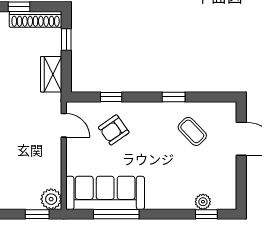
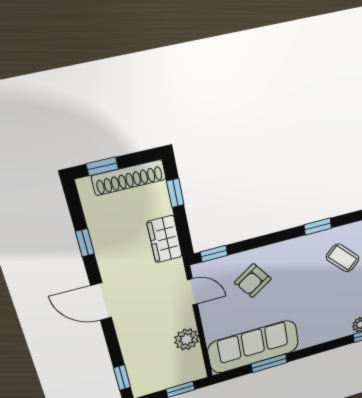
window: (111, 97) -> (214, 254), moved
plant: (51, 199) -> (187, 339), moved
window: (116, 214) -> (269, 363), width x0.69

